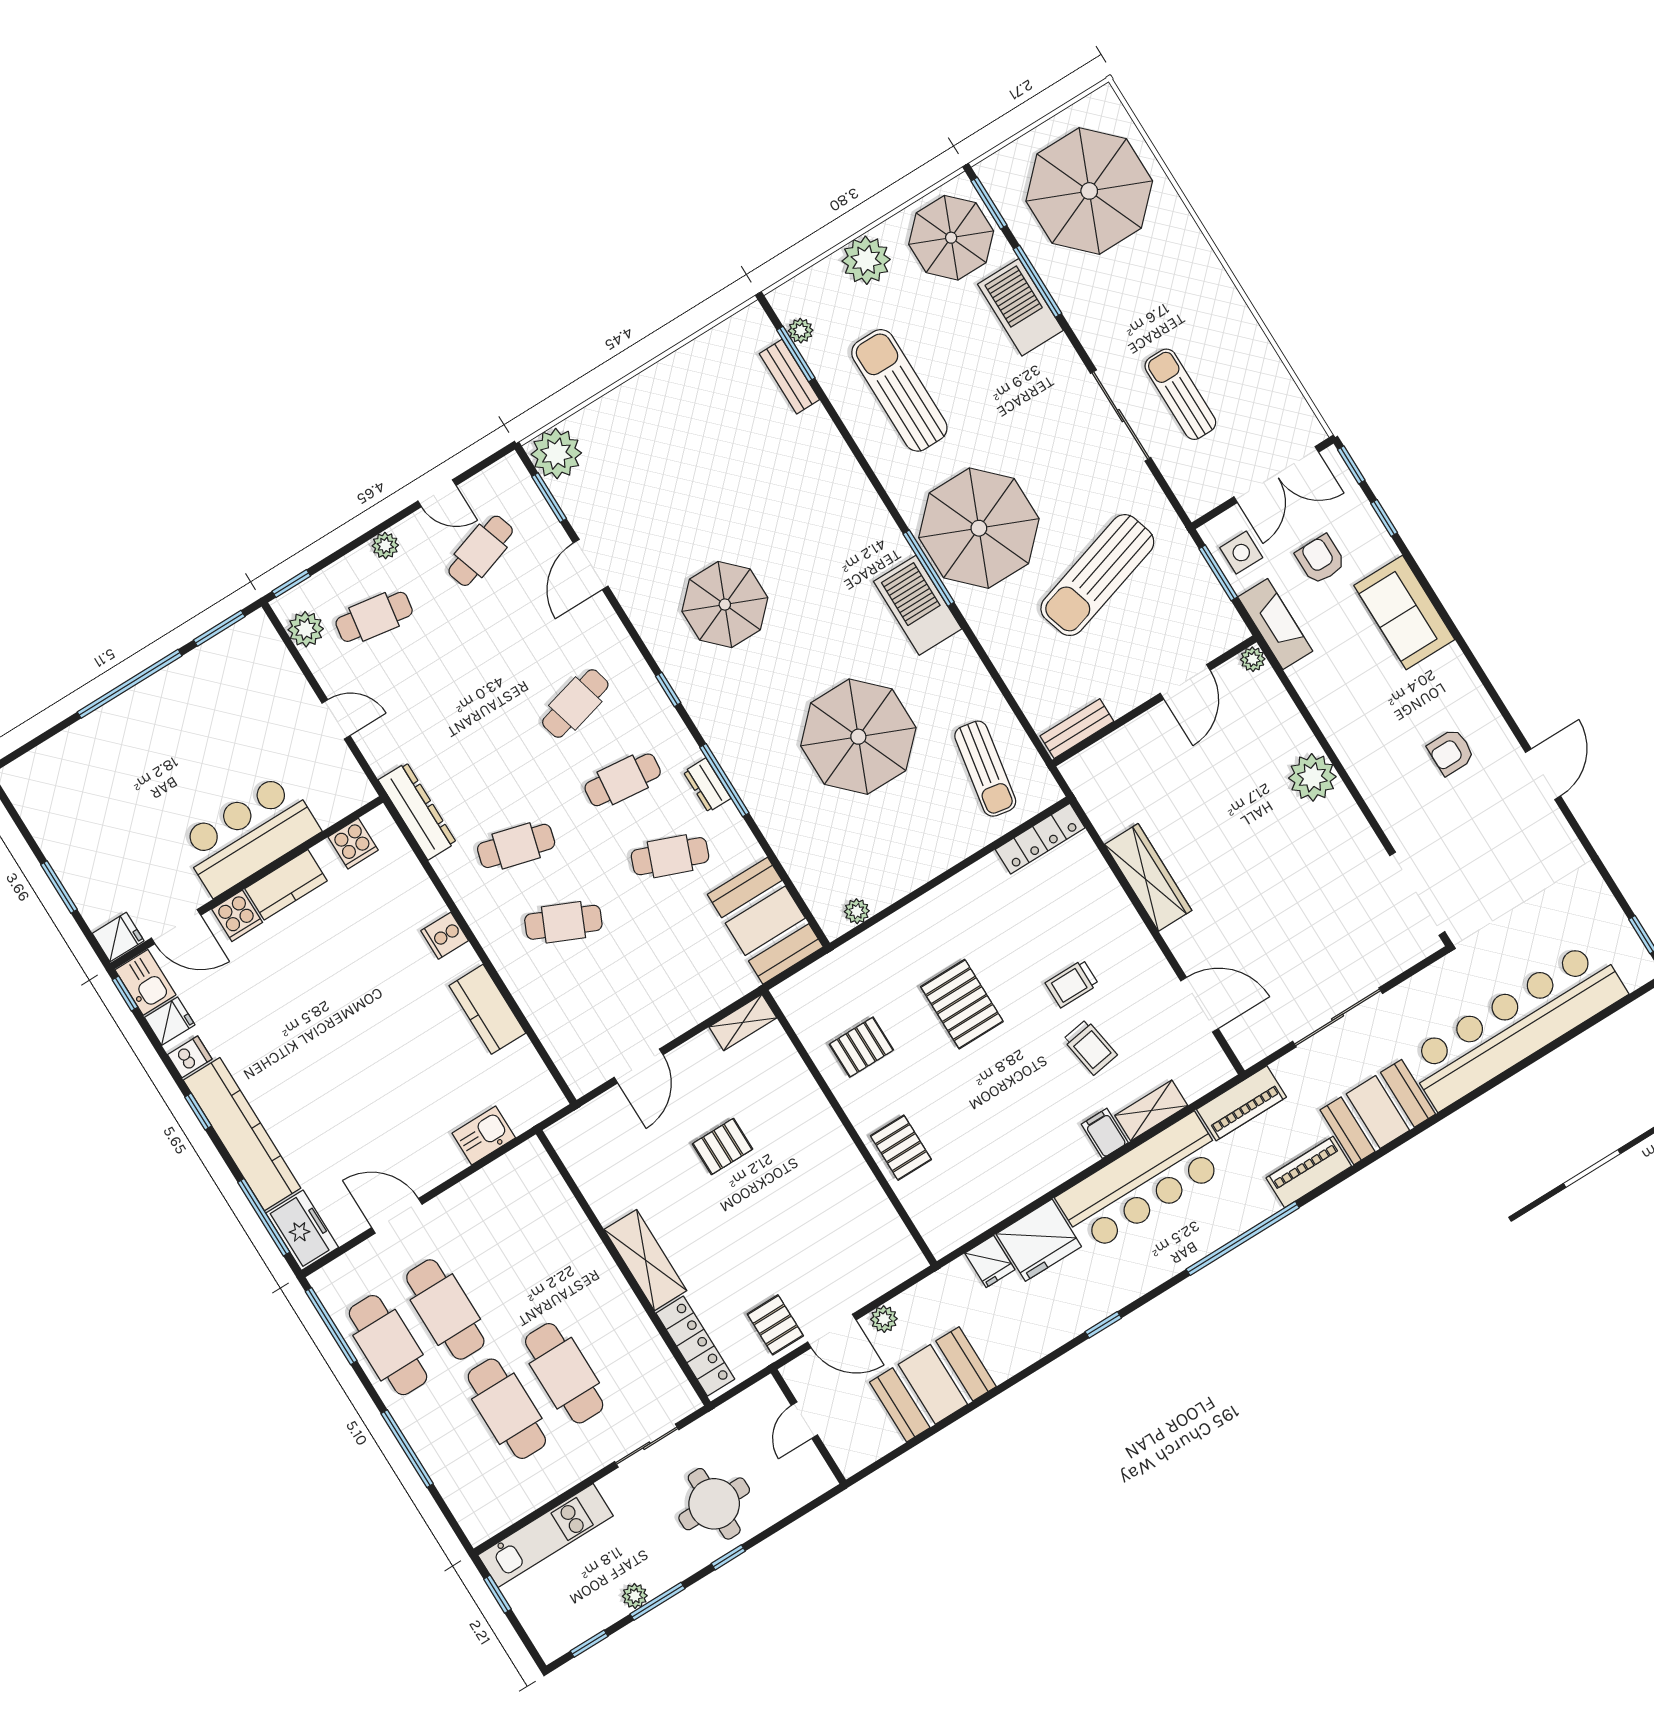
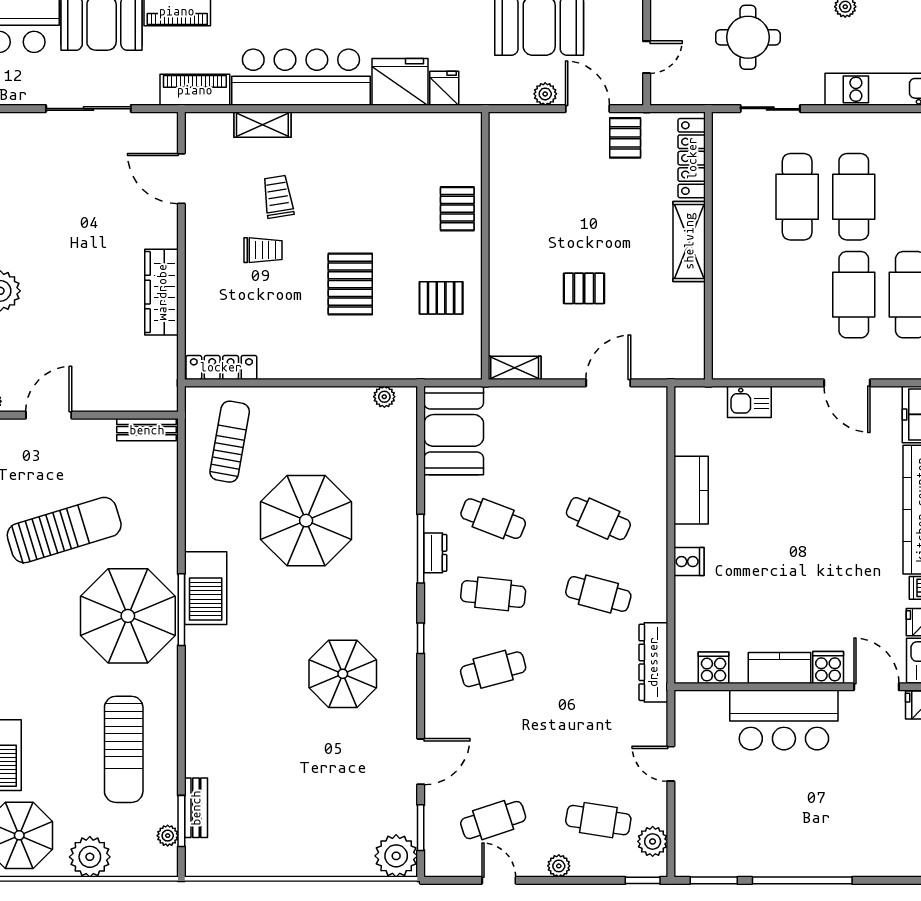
filing cabinet: (1105, 1133) -> (306, 129), removed

